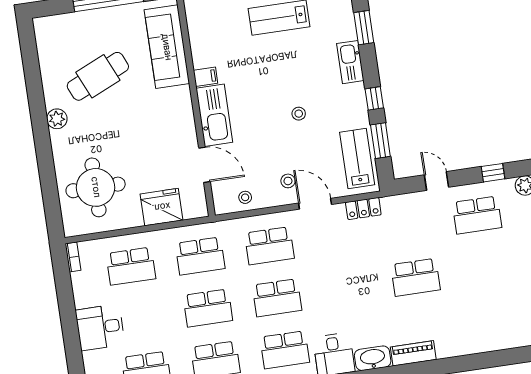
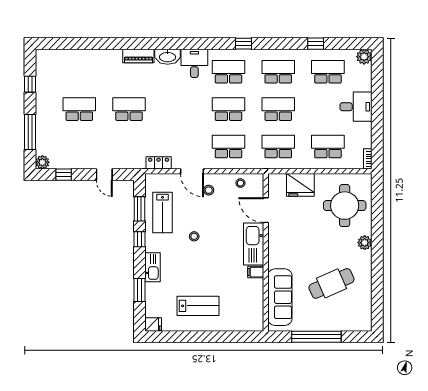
plant: (57, 119) -> (365, 243), moved
lab bench: (357, 159) -> (163, 212), moved
school desk: (477, 215) -> (79, 109), moved

